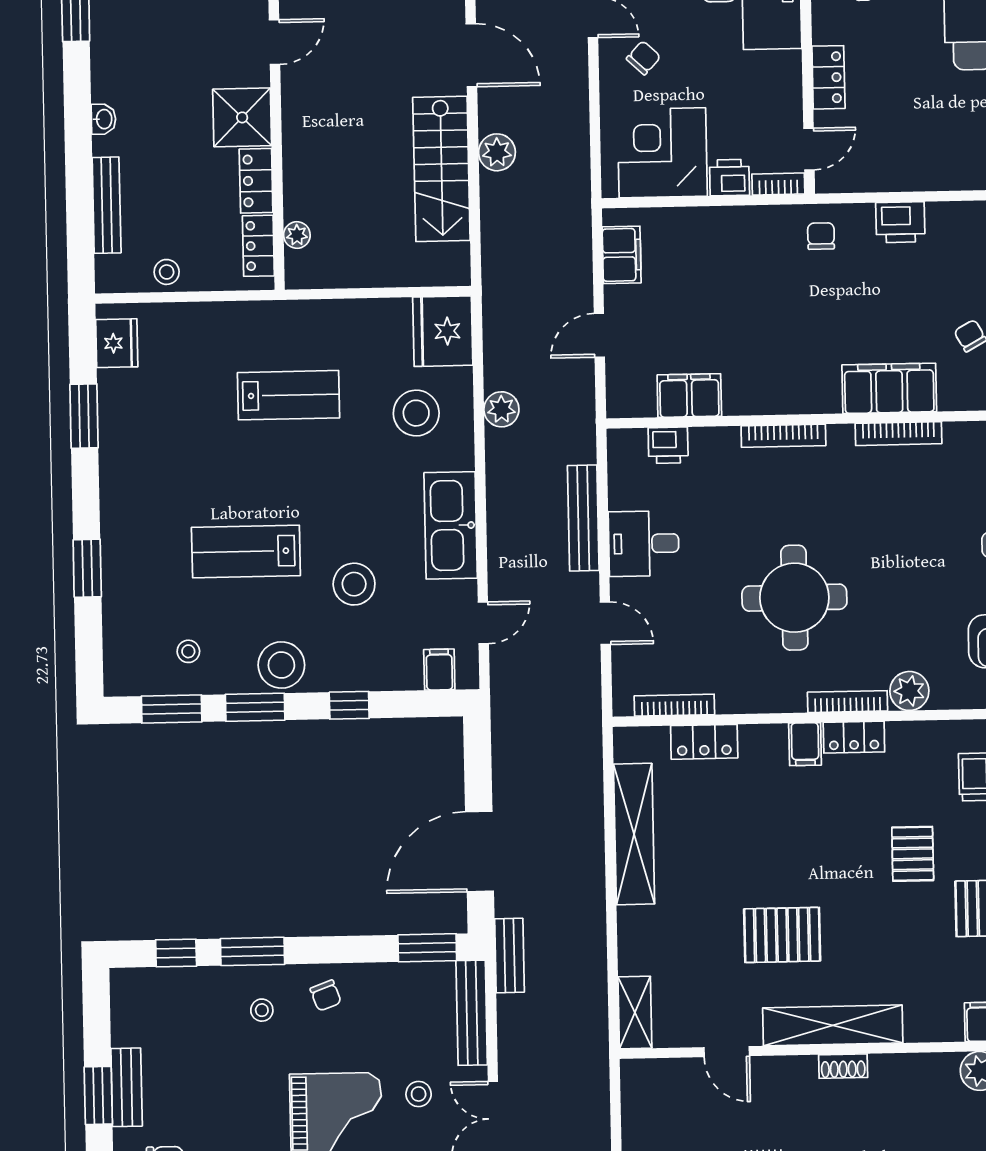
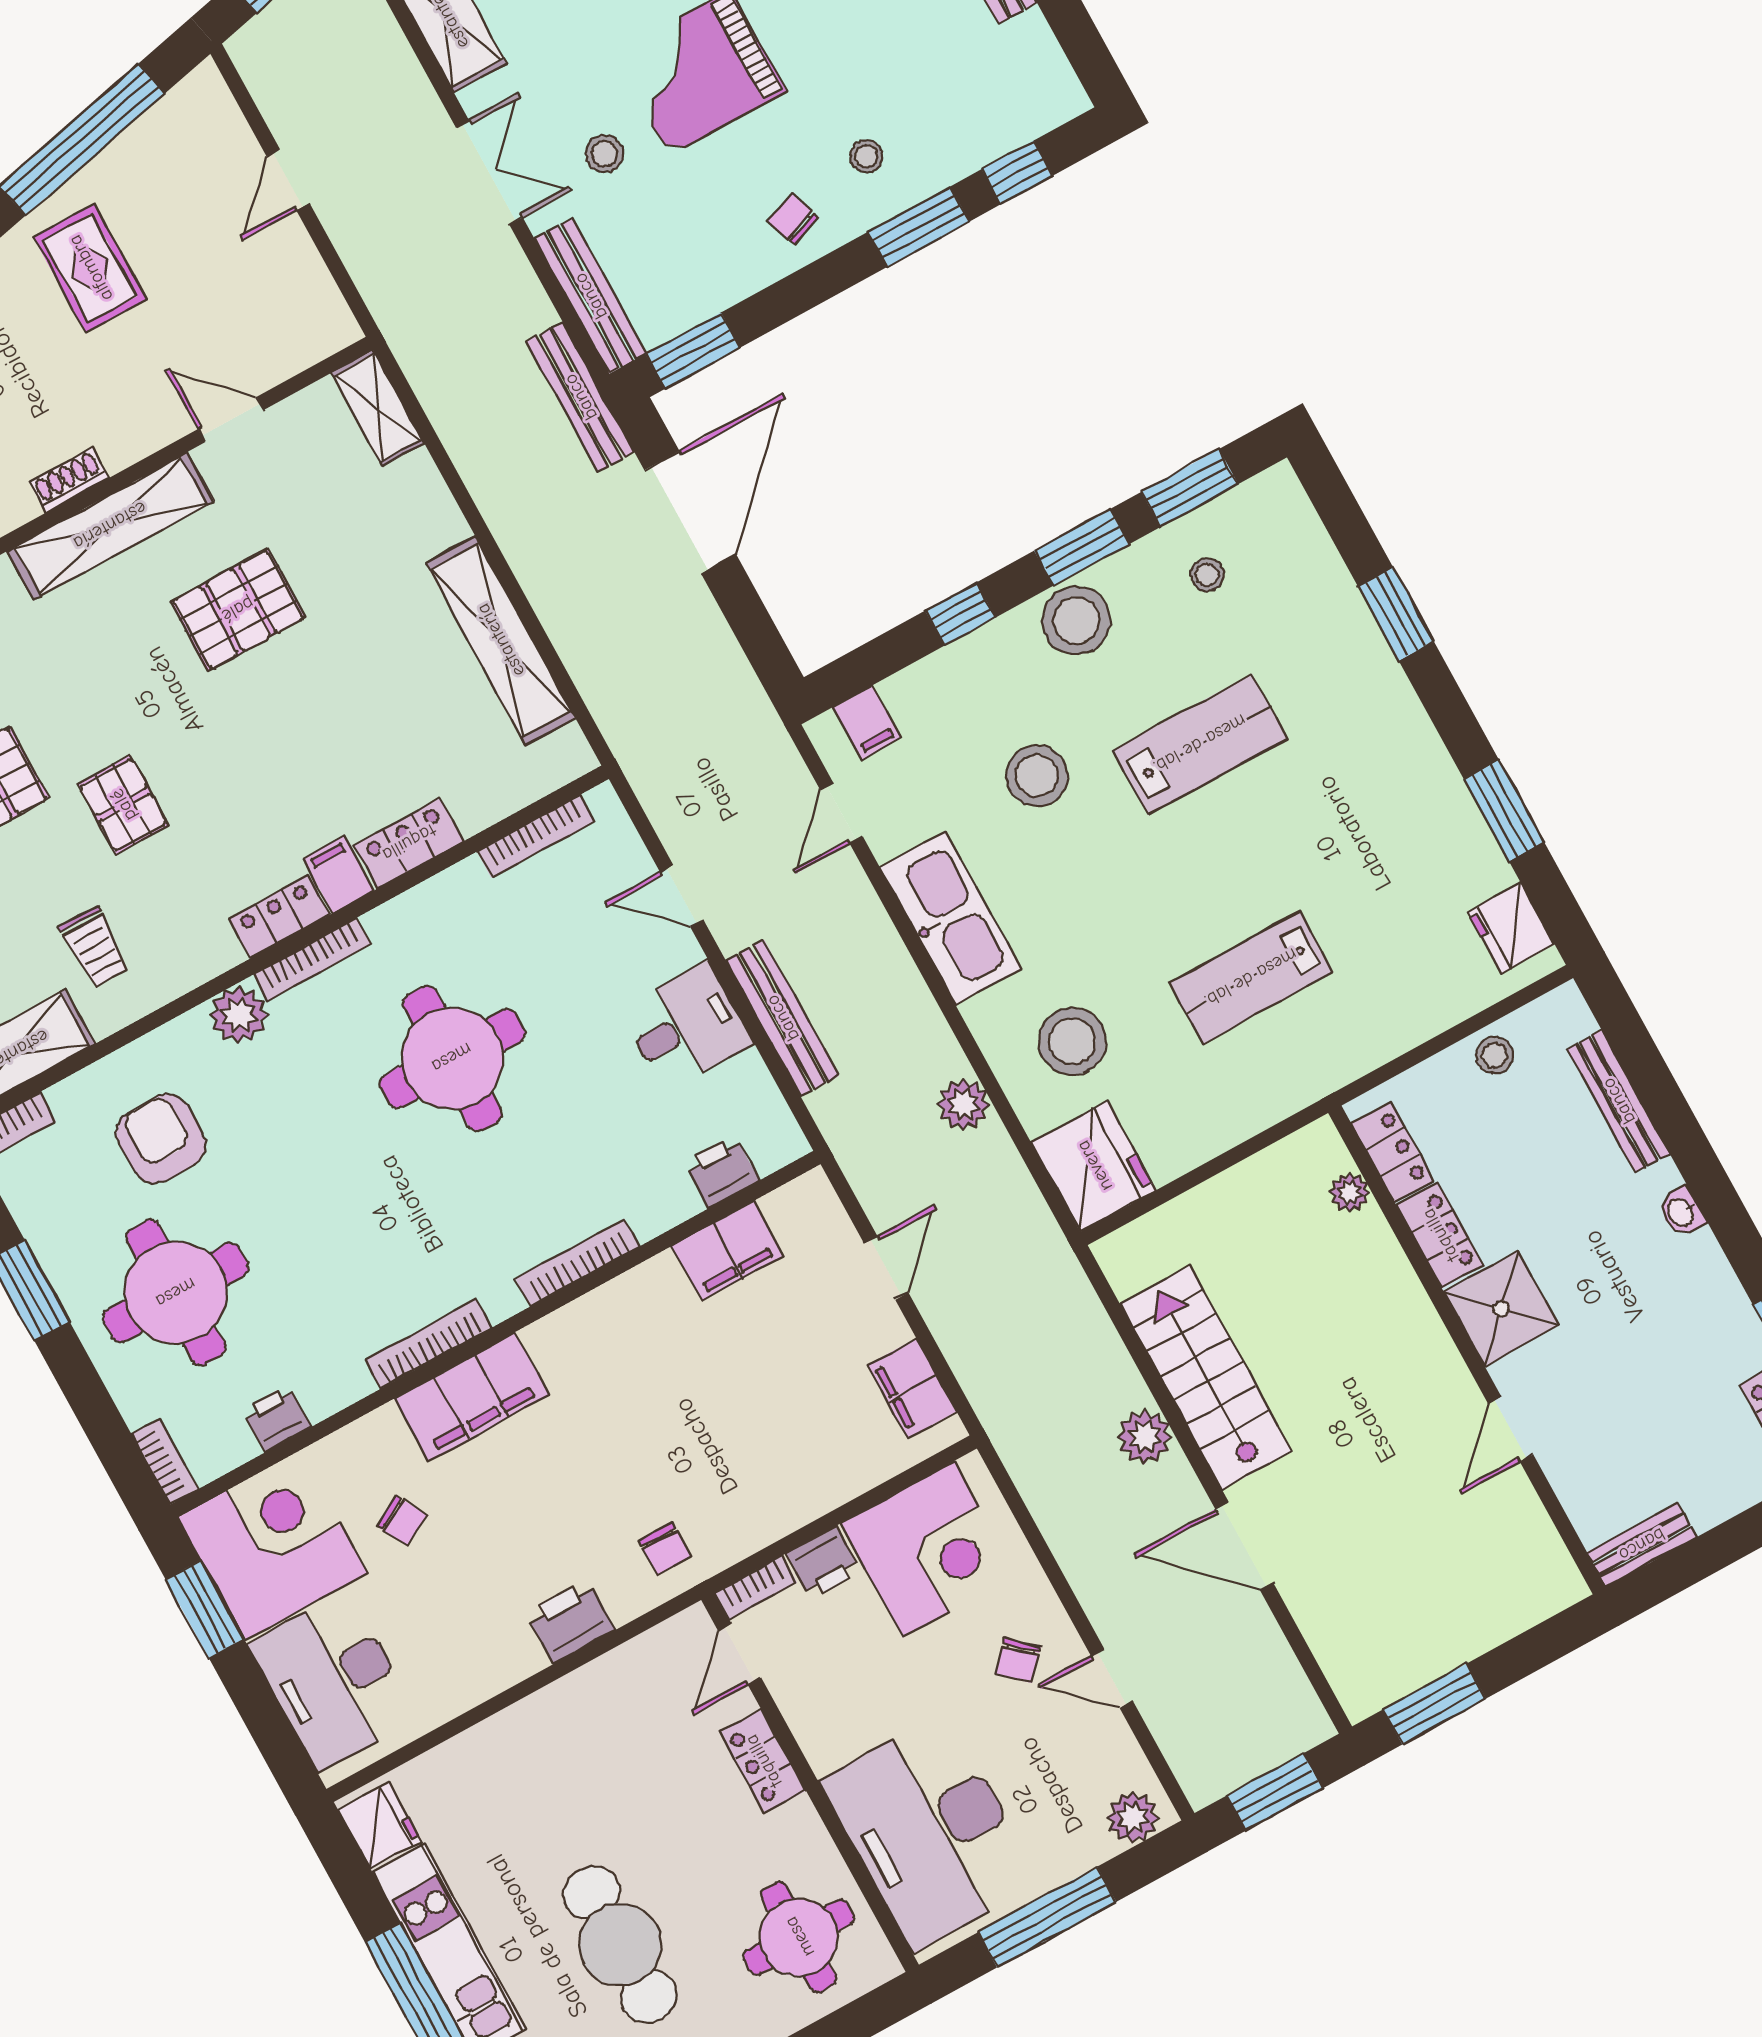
locker: (704, 742) -> (409, 843), moved
bench: (509, 956) -> (580, 397), width x1.36

